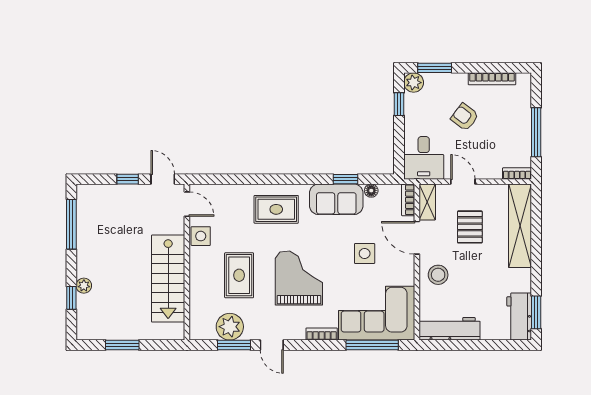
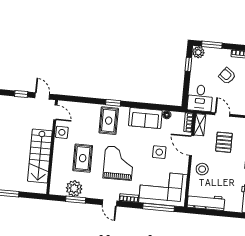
window: (346, 179) -> (113, 103), moved
rug: (276, 209) -> (109, 121), turned 90
door: (272, 345) -> (109, 203), moved

